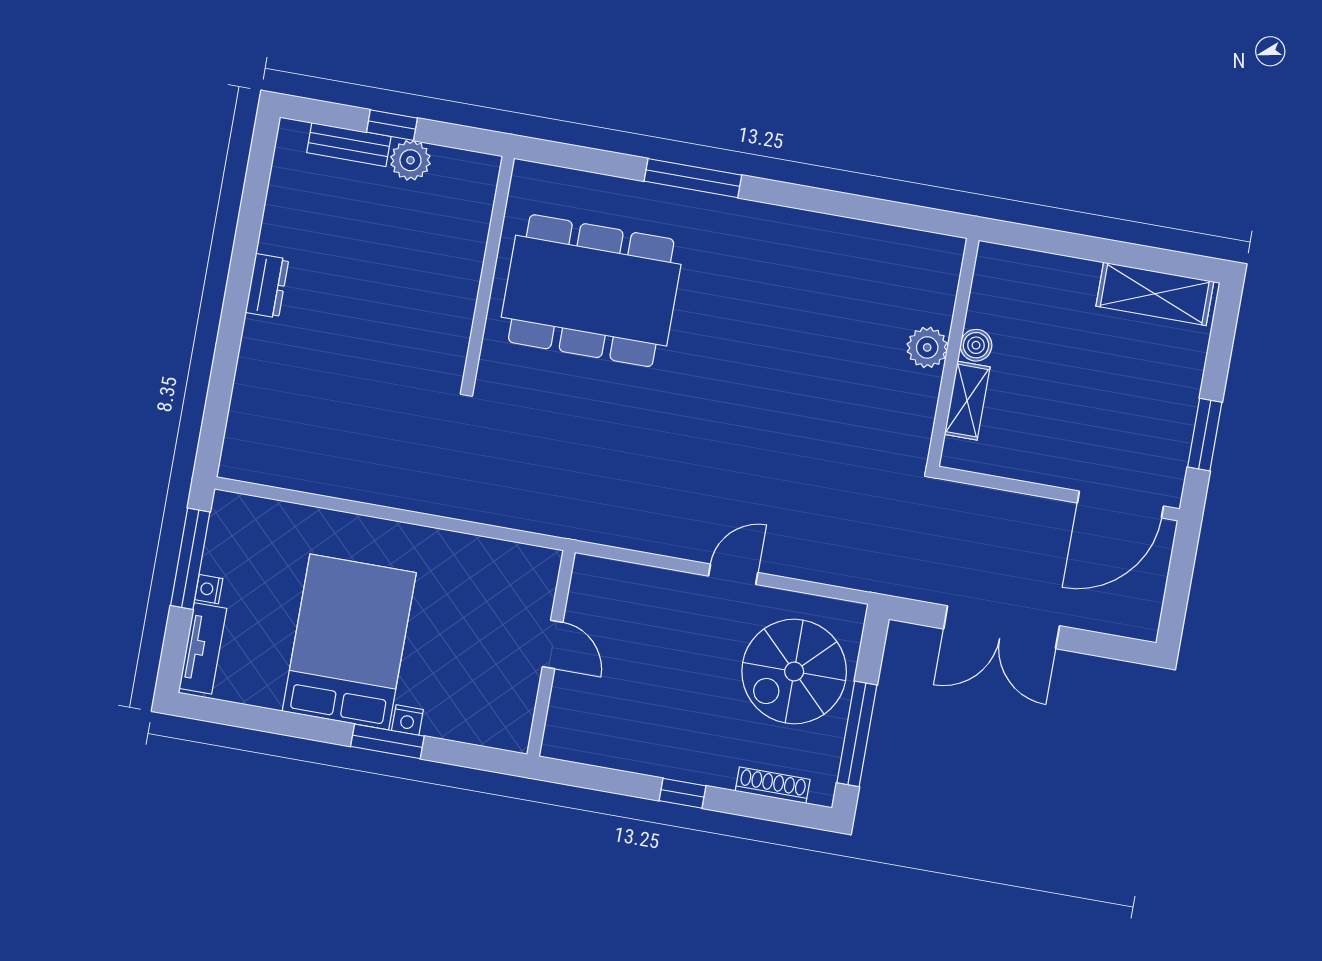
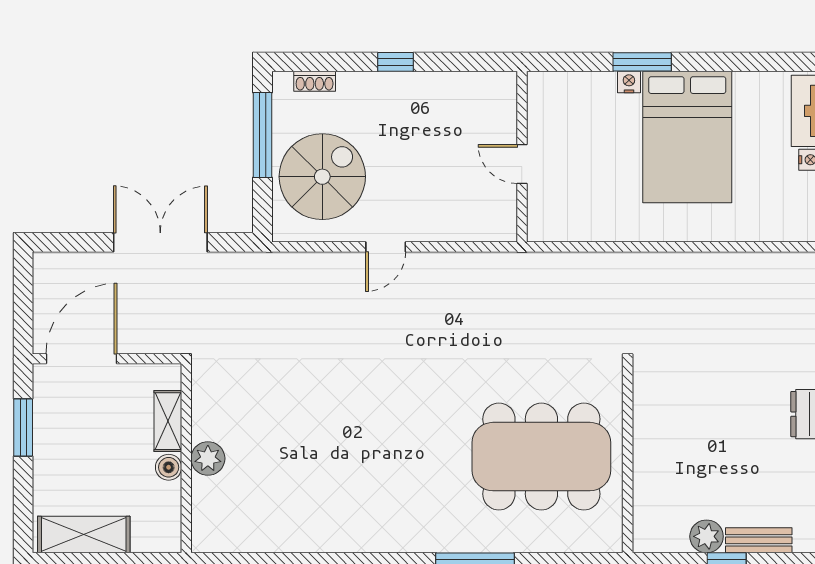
boiler: (976, 345) -> (169, 467), moved
plant: (927, 347) -> (208, 458), moved
wall: (953, 352) -> (186, 458), moved
shelving: (967, 401) -> (168, 421), moved
shoe rack: (773, 785) -> (315, 81), width x0.70

